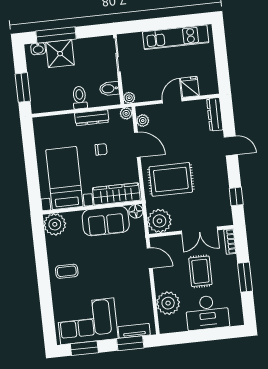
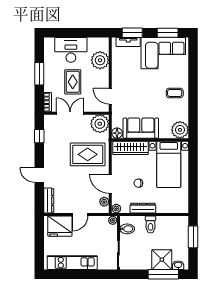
fridge: (190, 87) -> (60, 226), width x1.88, depth x1.34

